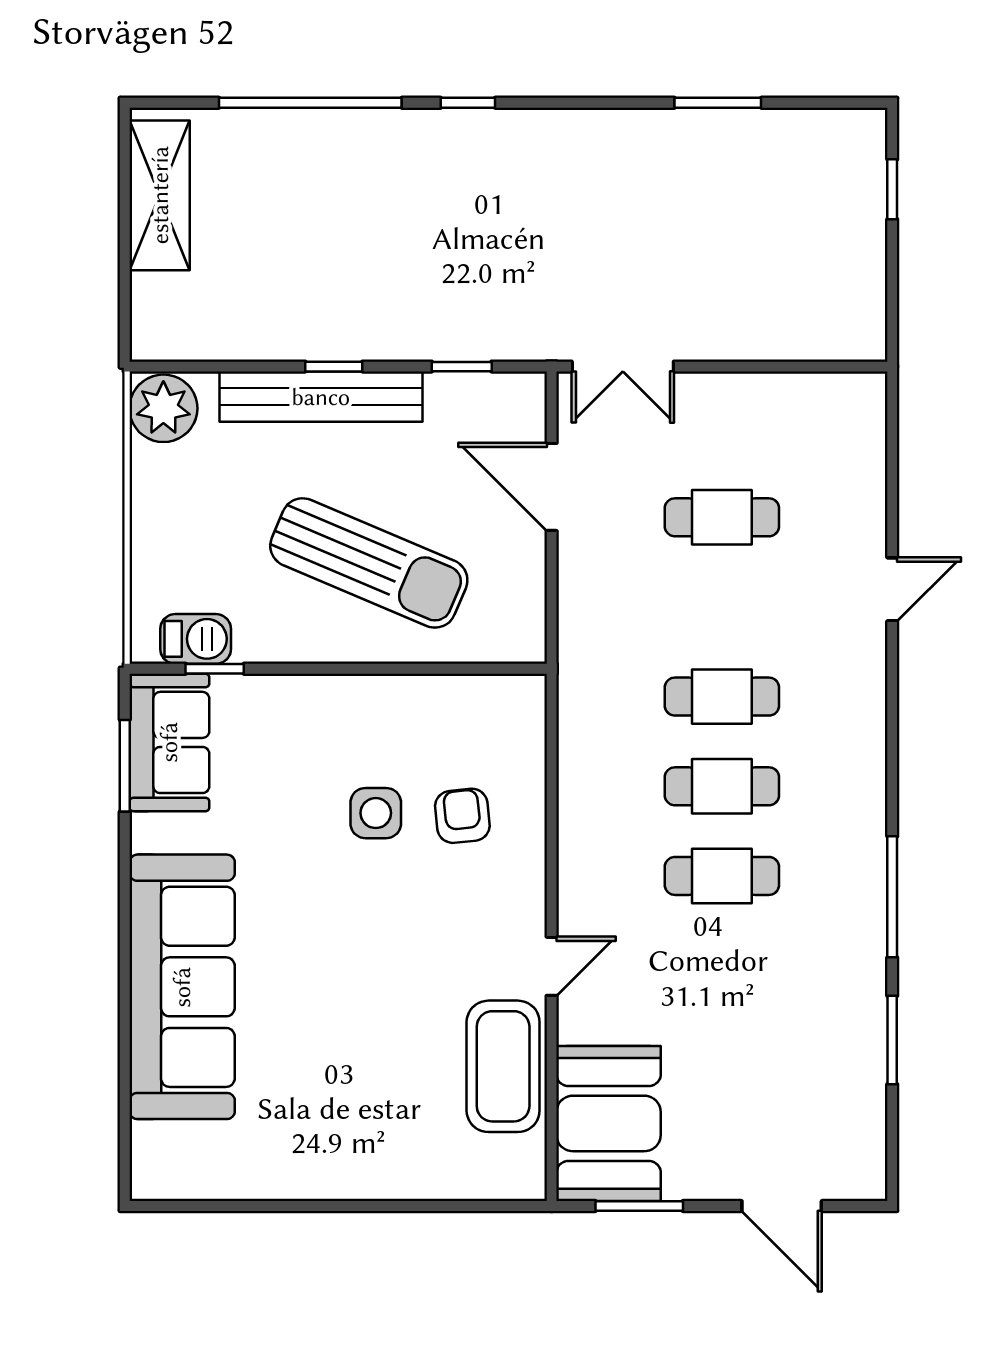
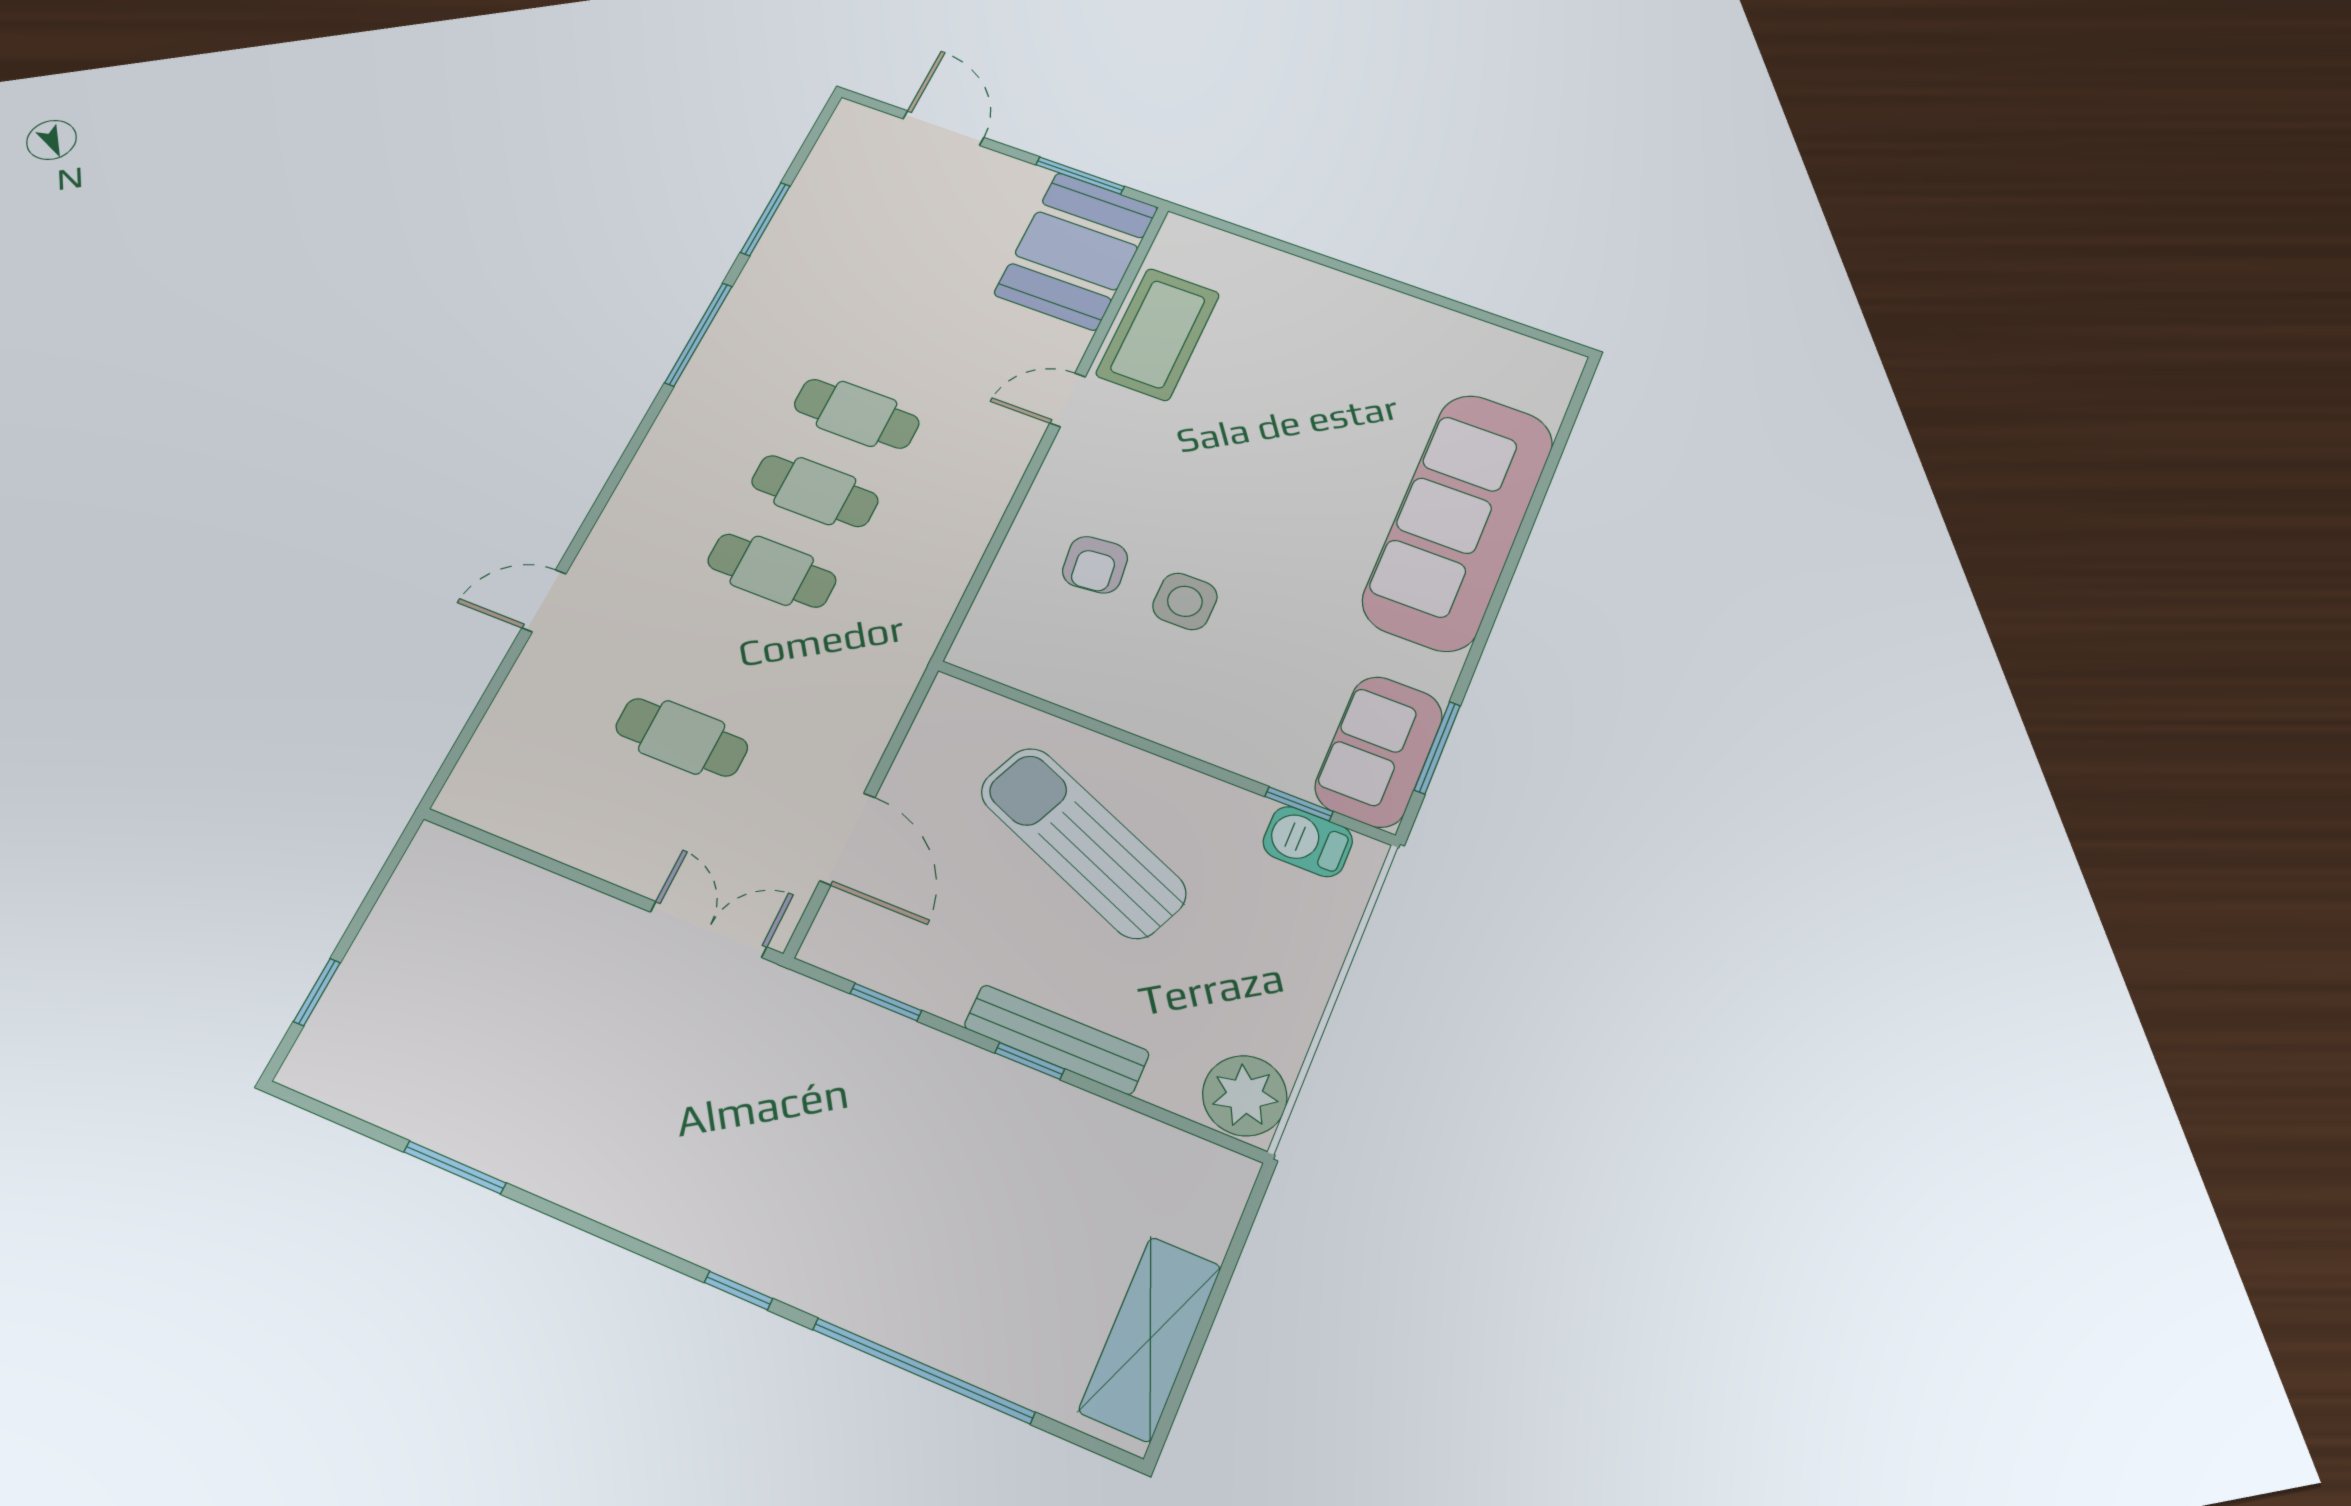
bench: (321, 397) -> (1056, 1040), width x0.73, depth x0.82

